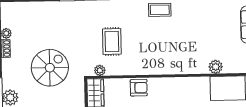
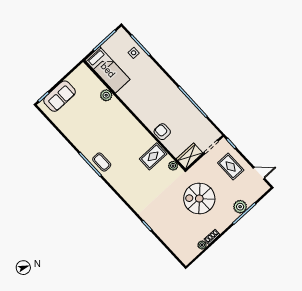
rug: (112, 42) -> (153, 156), moved

